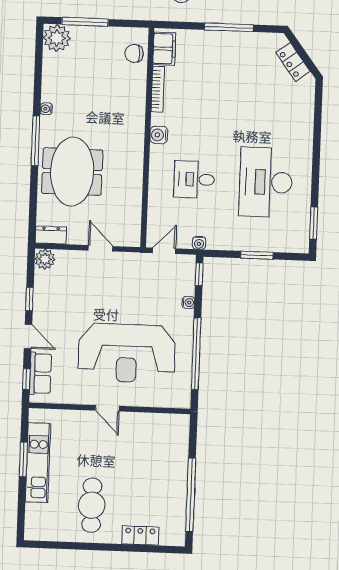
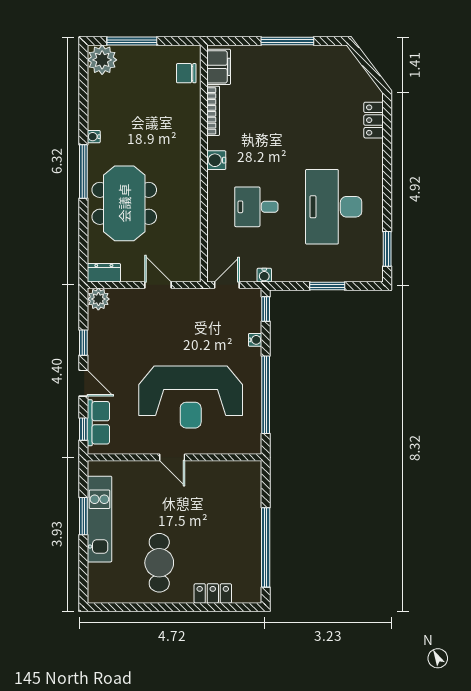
locker: (293, 62) -> (374, 120), moved, turned 37

